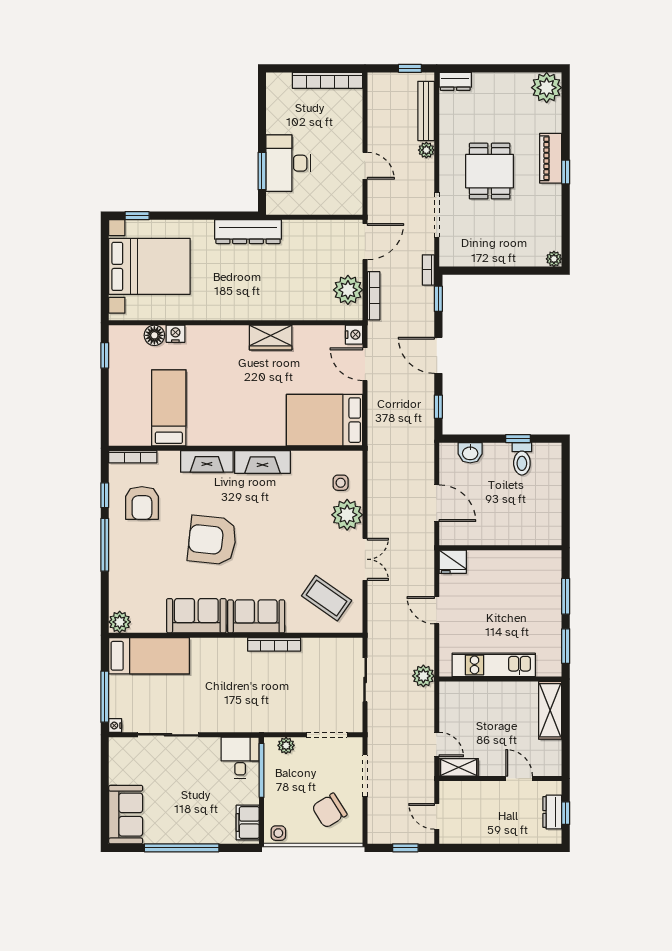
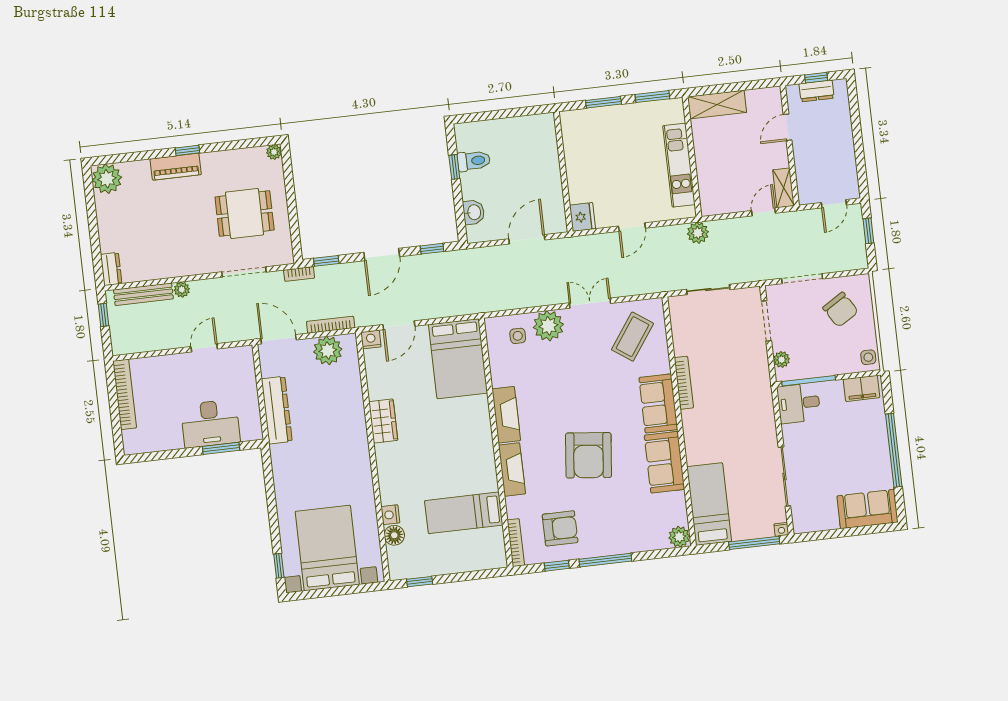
dining table: (490, 171) -> (245, 213), moved
dresser: (248, 232) -> (277, 410), moved

